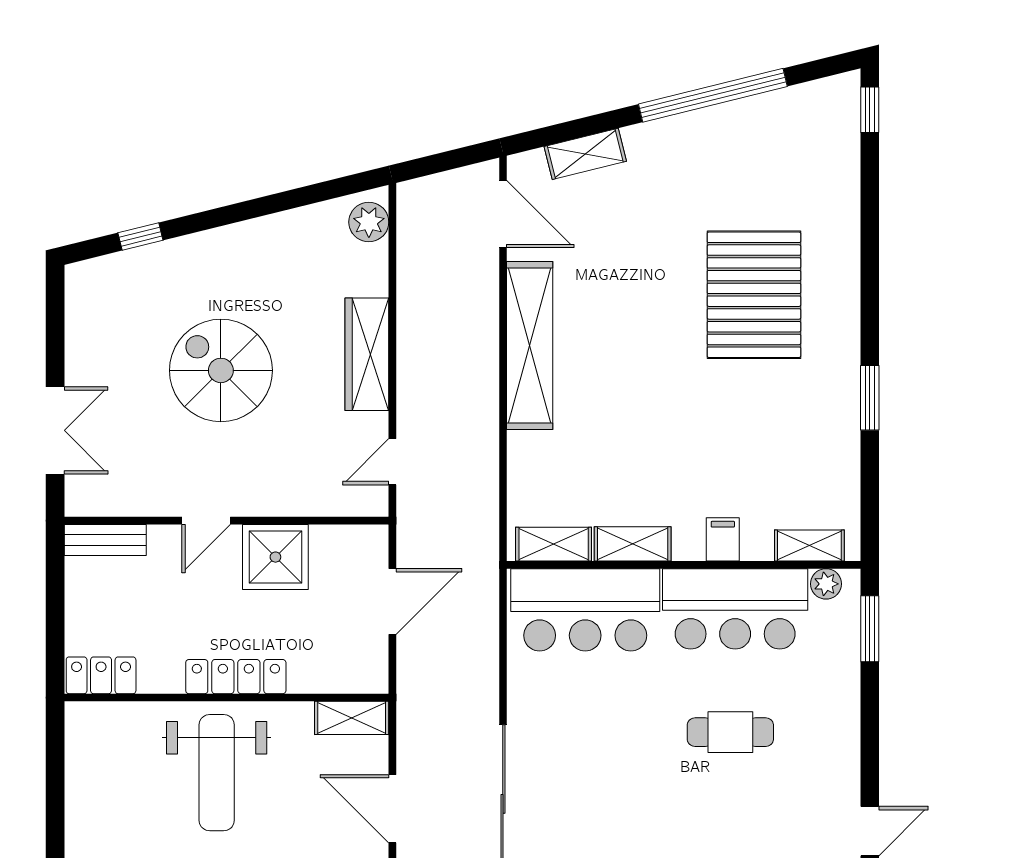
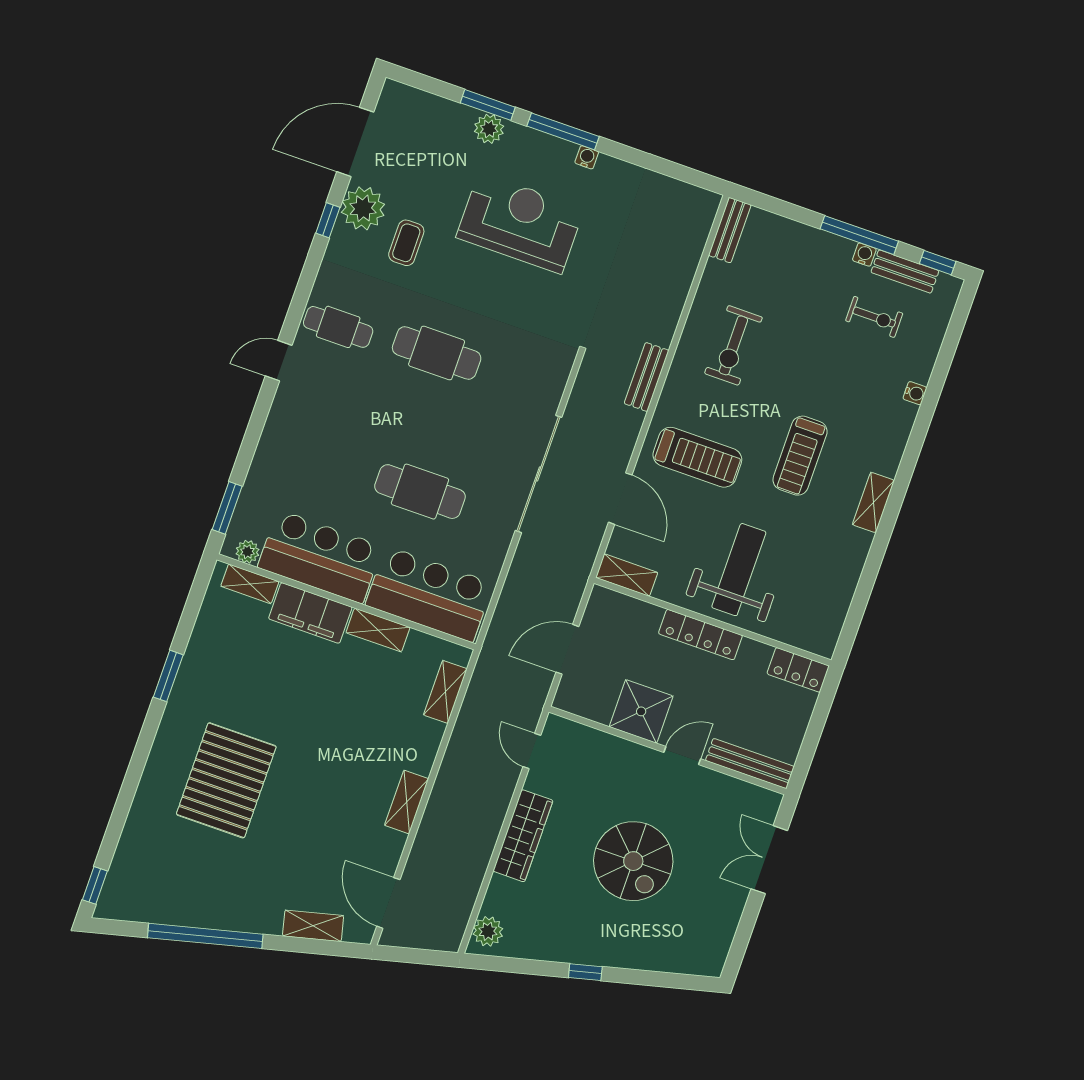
window: (140, 237) -> (585, 972), moved
shelving: (530, 346) -> (407, 802), width x0.45, depth x0.75
door: (392, 462) -> (532, 751), swing flipped
filing cabinet: (723, 539) -> (310, 613), width x3.00, depth x1.17
bench: (105, 540) -> (750, 764), width x1.36
shelving: (554, 544) -> (445, 692), moved, turned 90
cafe table: (730, 732) -> (420, 492), moved, width x1.37, depth x1.35

